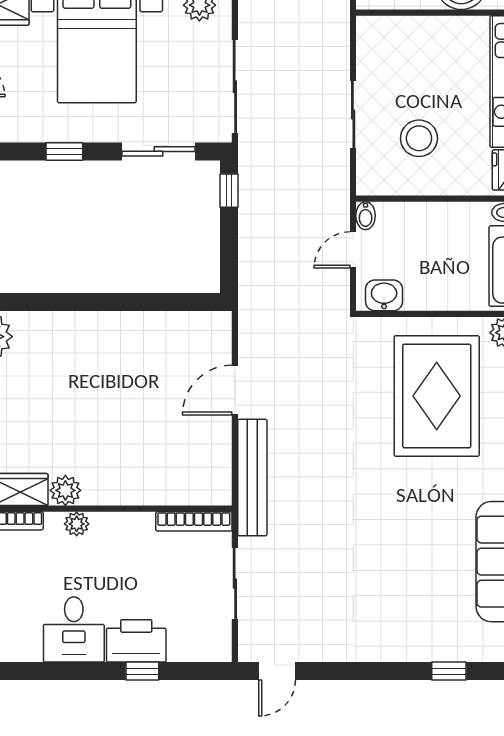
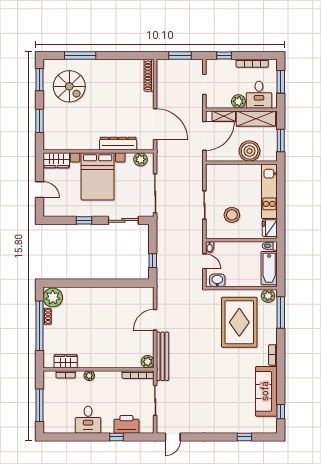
window: (229, 191) -> (153, 261), moved
door: (353, 250) -> (204, 261), swing flipped
plant: (65, 490) -> (148, 362), moved
printer: (136, 641) -> (126, 424), moved

